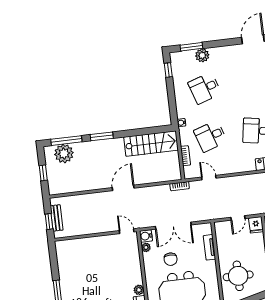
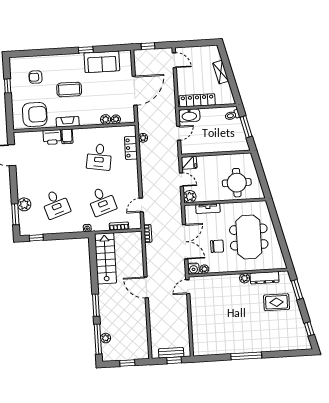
plant: (64, 154) -> (106, 338), width x0.53, depth x0.53
plant: (221, 228) -> (190, 196), added

